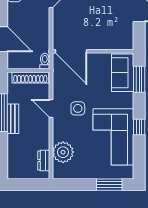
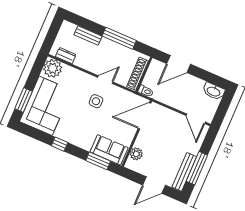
plant: (114, 43) -> (136, 154), added
bench: (13, 119) -> (88, 36), moved
corner sofa: (113, 137) -> (46, 106), moved, turned 90
plant: (63, 152) -> (53, 68), moved

